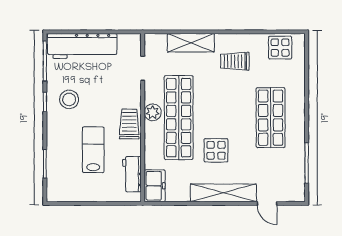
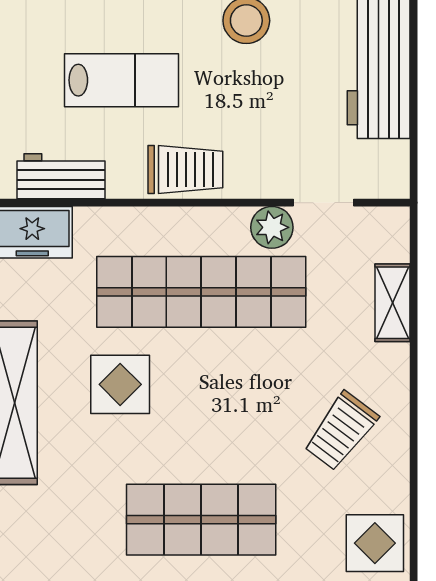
shelving: (191, 43) -> (392, 303), width x0.67, depth x0.75
trolley: (235, 61) -> (341, 431), turned -143
plant: (153, 112) -> (272, 227), moved

